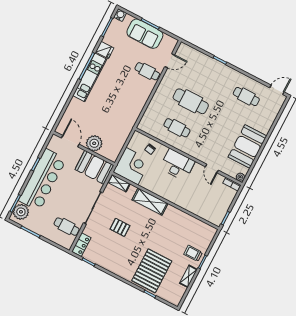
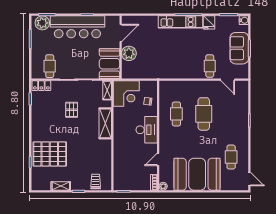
booth: (247, 146) -> (197, 174), width x1.36, depth x1.42
trolley: (193, 253) -> (96, 181), moved

